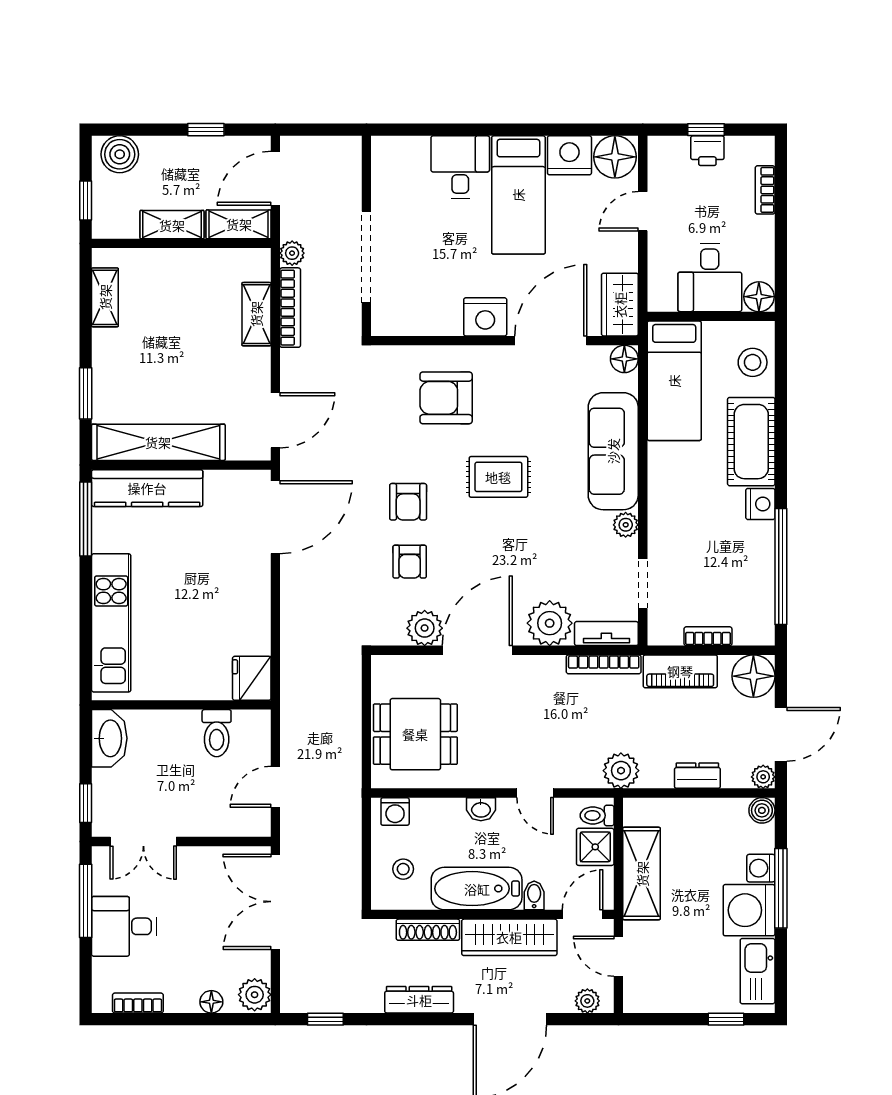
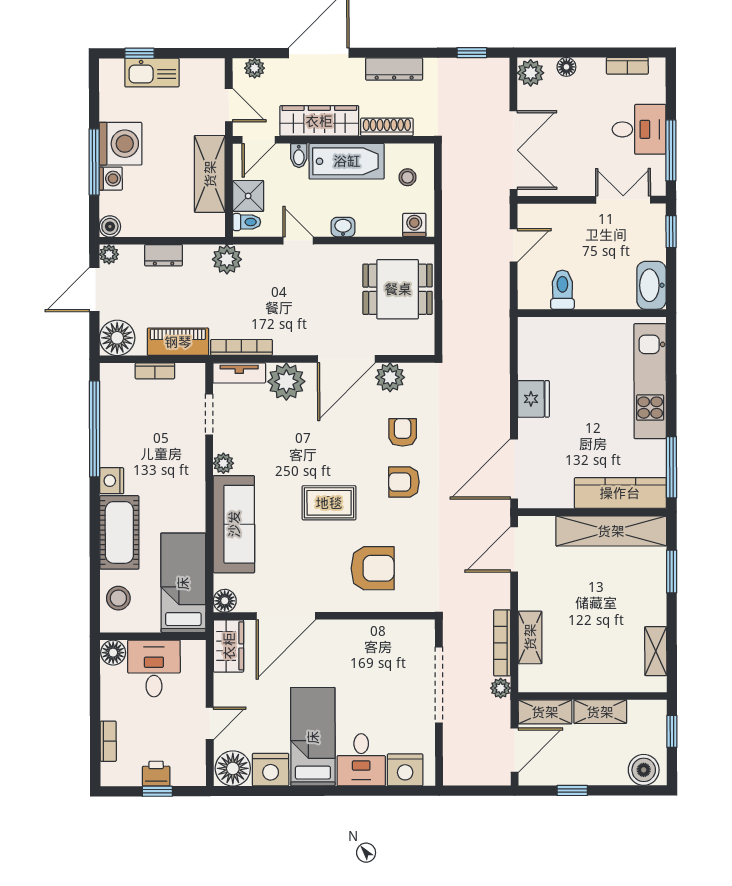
nightstand: (485, 317) -> (405, 770), moved, turned 180
armchair: (408, 502) -> (404, 482), turned -90
fridge: (252, 678) -> (533, 399), moved
kitchen sink: (758, 971) -> (152, 73), moved, turned 90

